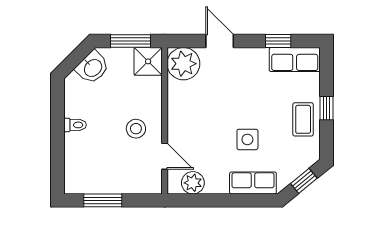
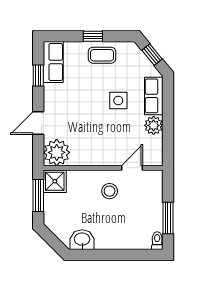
washbasin: (93, 67) -> (82, 240), moved, turned -45
toilet: (75, 125) -> (157, 241), moved
plant: (193, 183) -> (154, 125), moved

